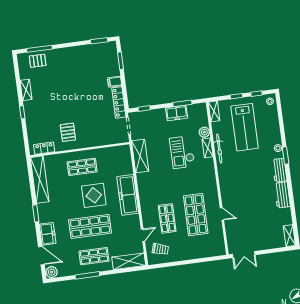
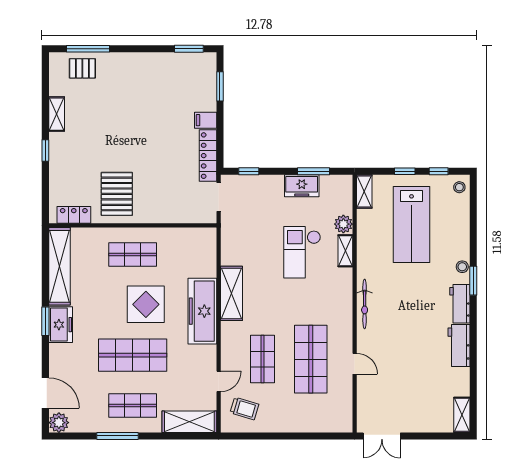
pallet: (68, 132) -> (117, 194), width x1.50, depth x1.42
bicycle: (219, 149) -> (365, 304), moved
shelving: (140, 156) -> (231, 293), moved
freezer: (48, 234) -> (61, 325), moved

